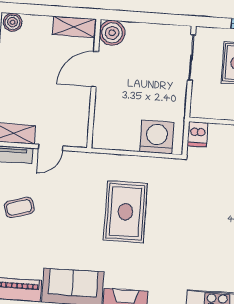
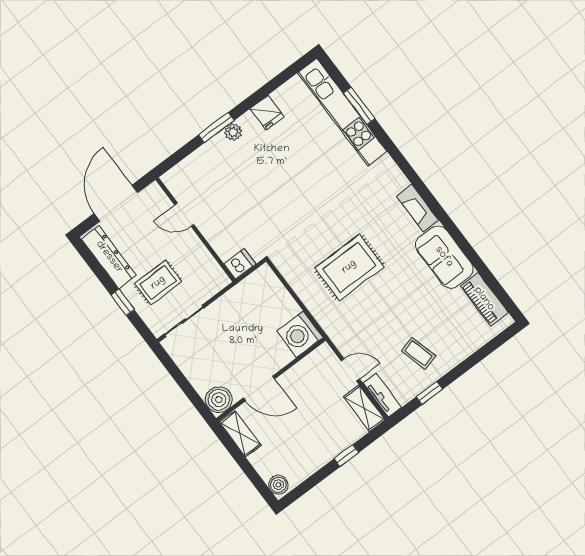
washing machine: (157, 137) -> (300, 334), moved

